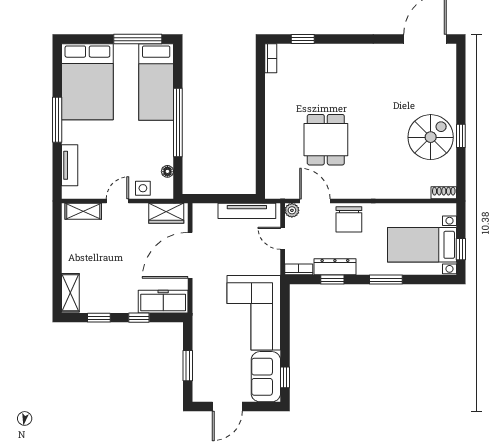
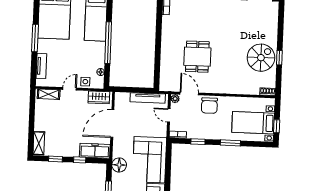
dresser: (335, 267) -> (200, 134), removed
floor lamp: (204, 323) -> (119, 165), added

